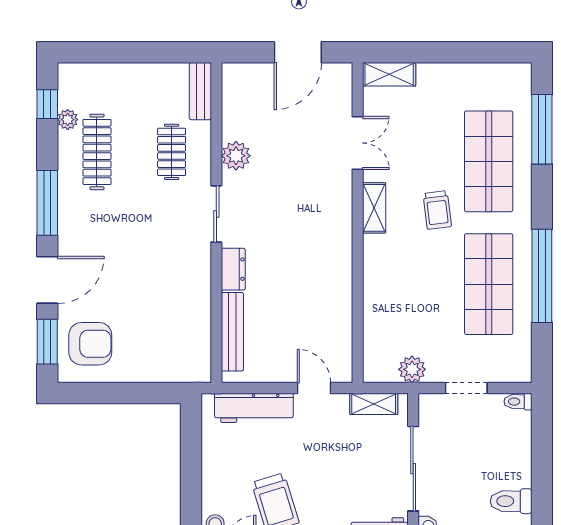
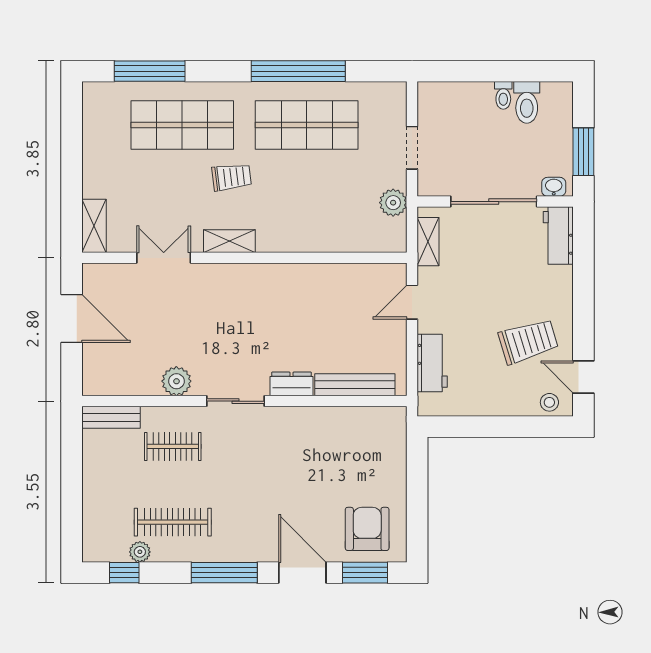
toilet: (518, 402) -> (503, 95), moved
workbench: (254, 408) -> (432, 363), width x0.73

